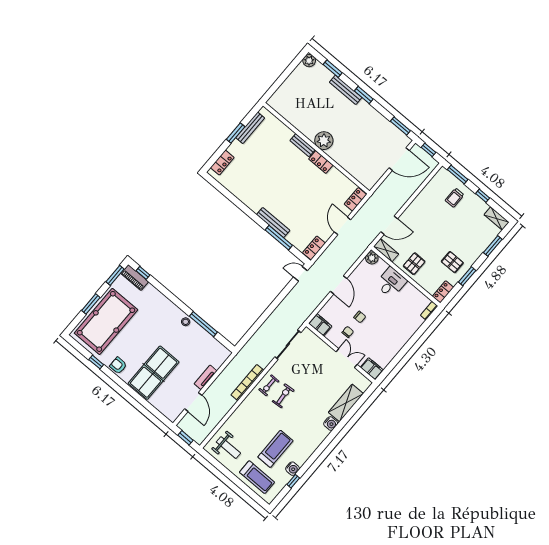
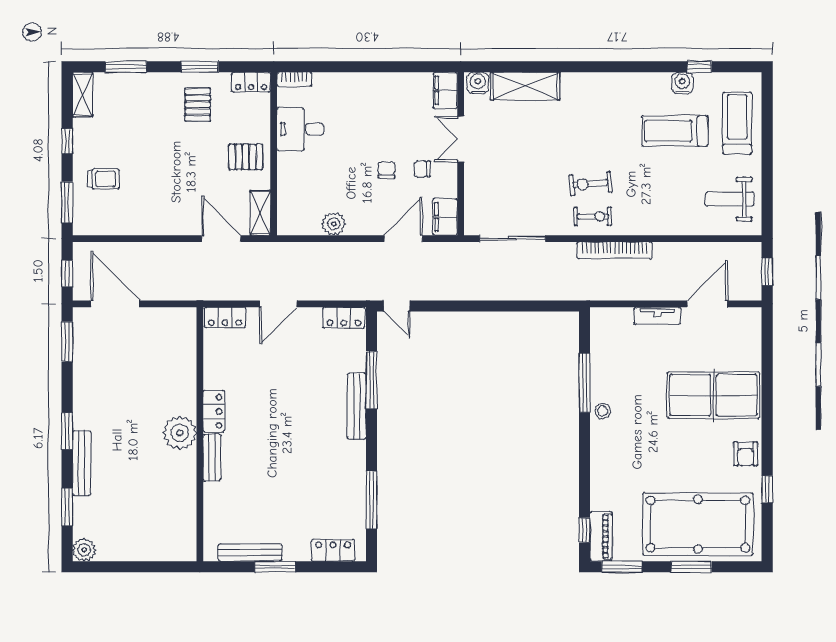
window: (230, 196) -> (372, 500), added
plant: (372, 258) -> (334, 224), moved
desk: (391, 283) -> (300, 129), moved
door: (339, 285) -> (403, 239), moved
water cooler: (331, 424) -> (478, 83), moved
weight bench: (228, 448) -> (730, 199), turned -90

